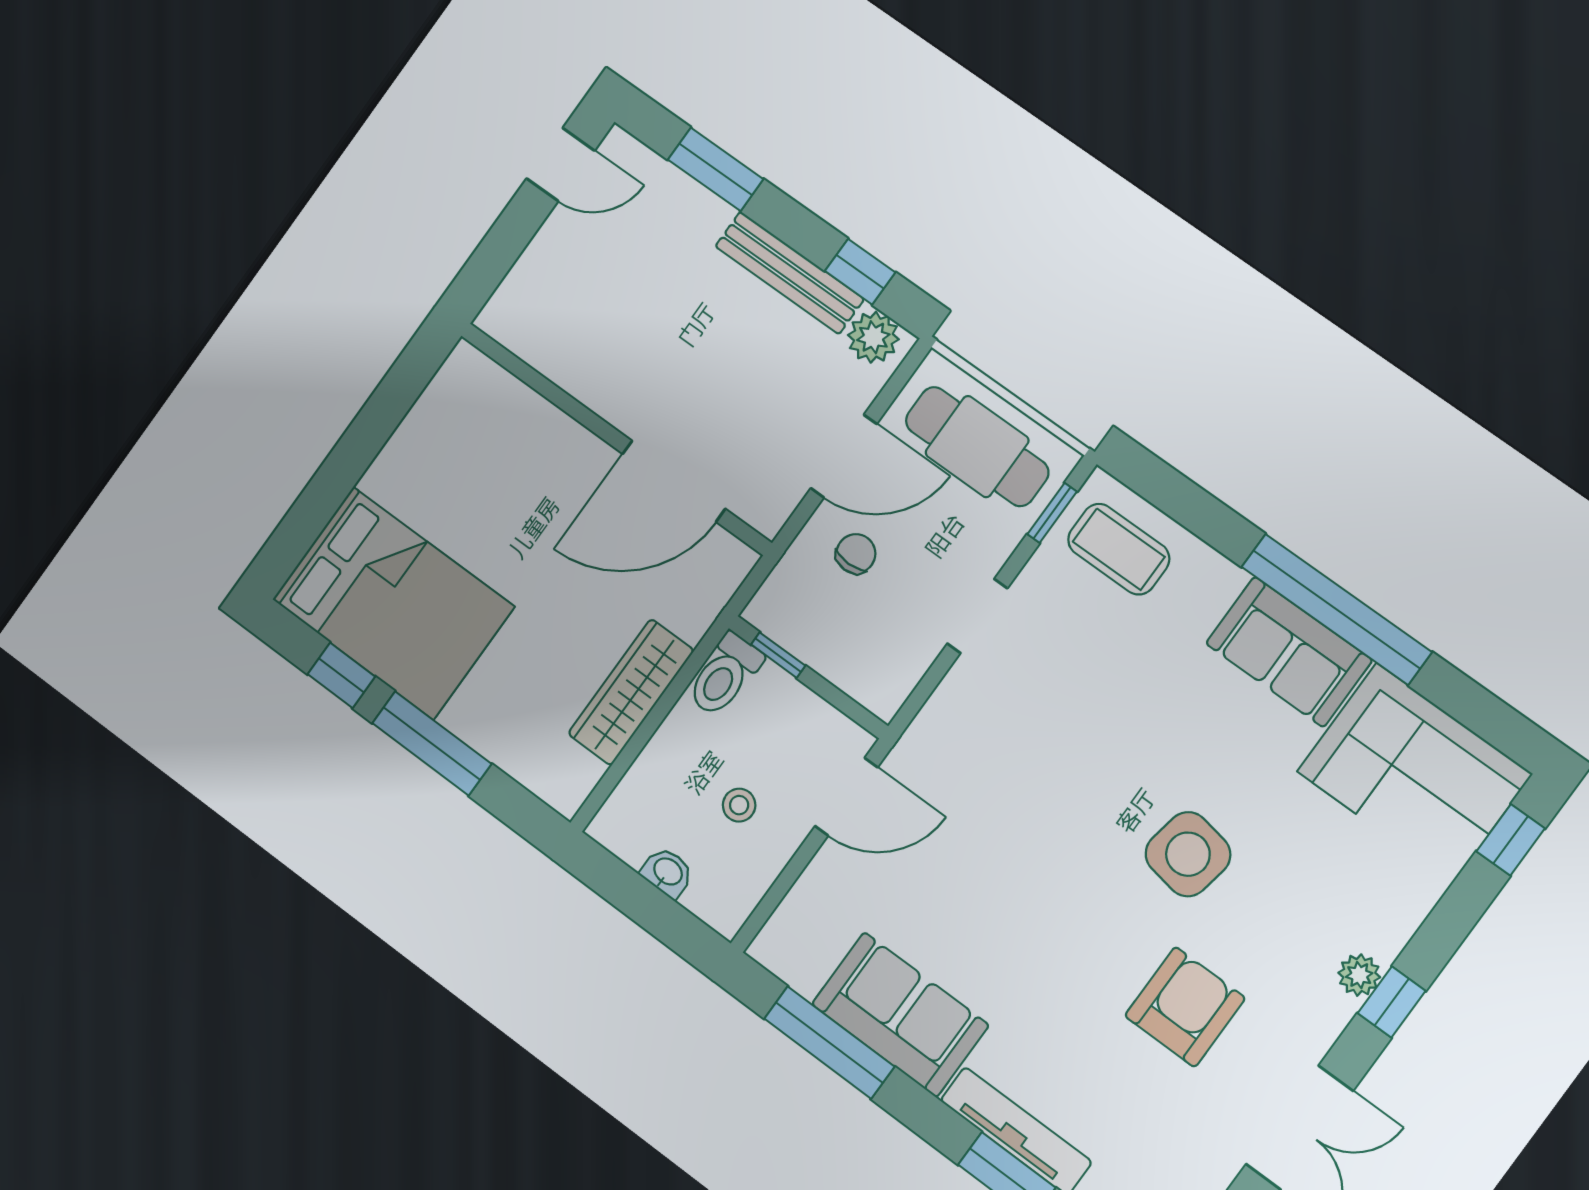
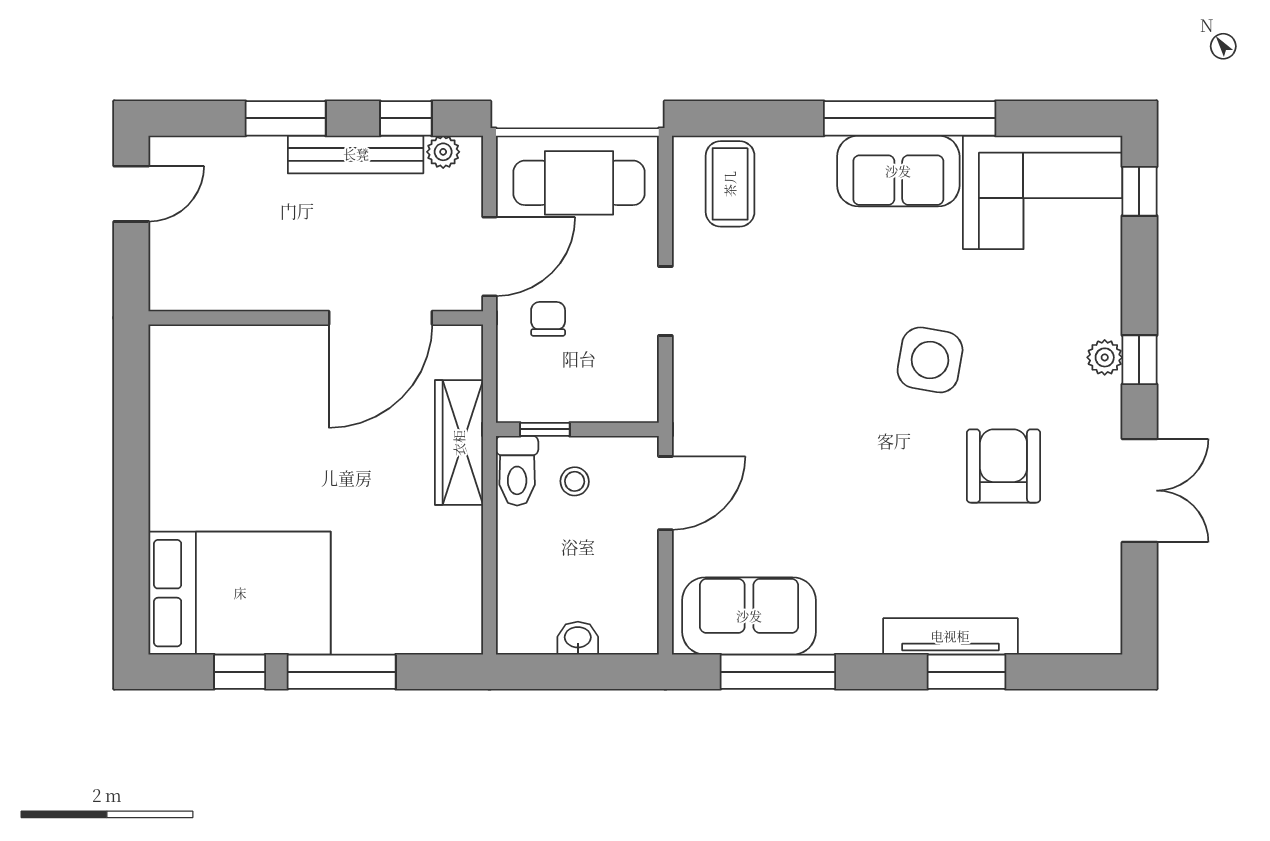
window: (716, 169) -> (286, 118), moved
plant: (873, 337) -> (443, 152), width x0.73, depth x0.73
wall: (615, 439) -> (316, 318), moved
door: (674, 481) -> (381, 318), moved
window: (1052, 513) -> (665, 192), removed
coffee table: (1119, 549) -> (730, 184), turned 90
wardrobe: (631, 692) -> (459, 443), moved
stool: (739, 805) -> (575, 481), moved
sofa: (900, 1015) -> (749, 616), moved

